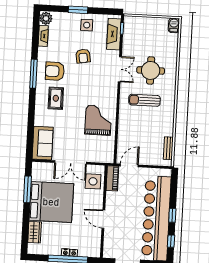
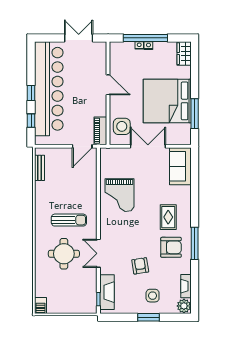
side table: (87, 25) -> (153, 296), moved
wardrobe: (35, 232) -> (184, 54), moved
window: (171, 241) -> (31, 121), moved

